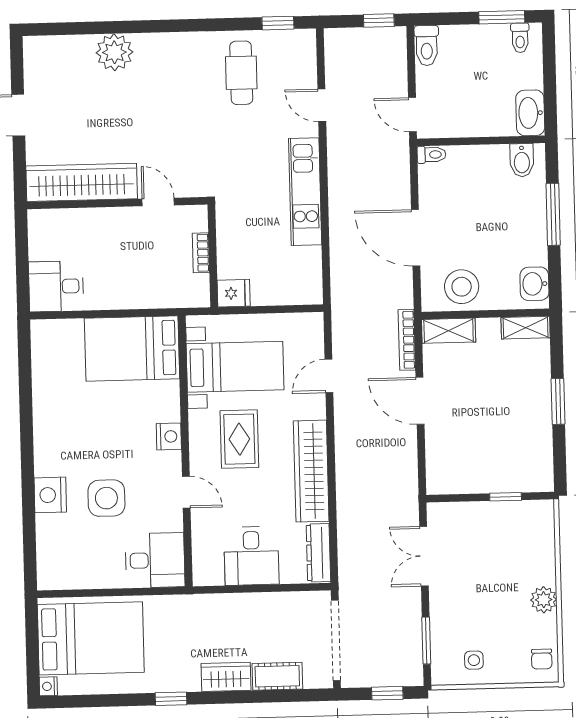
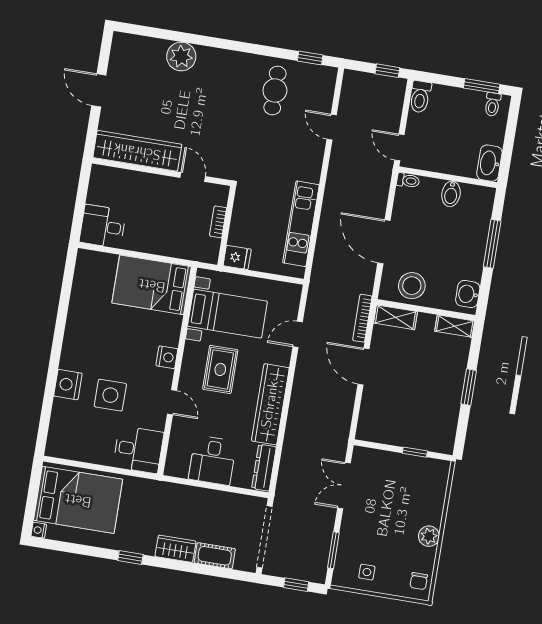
bidet: (522, 160) -> (451, 194), moved
kitchen unit: (305, 192) -> (301, 224), moved

